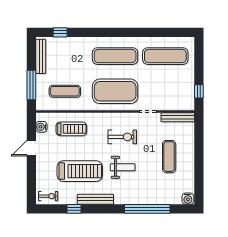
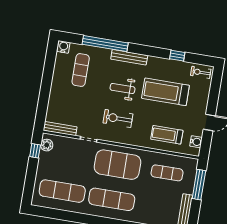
plant: (188, 99) -> (47, 145), added
exercise mat: (169, 157) -> (81, 70), moved
bench: (95, 199) -> (129, 57), moved

